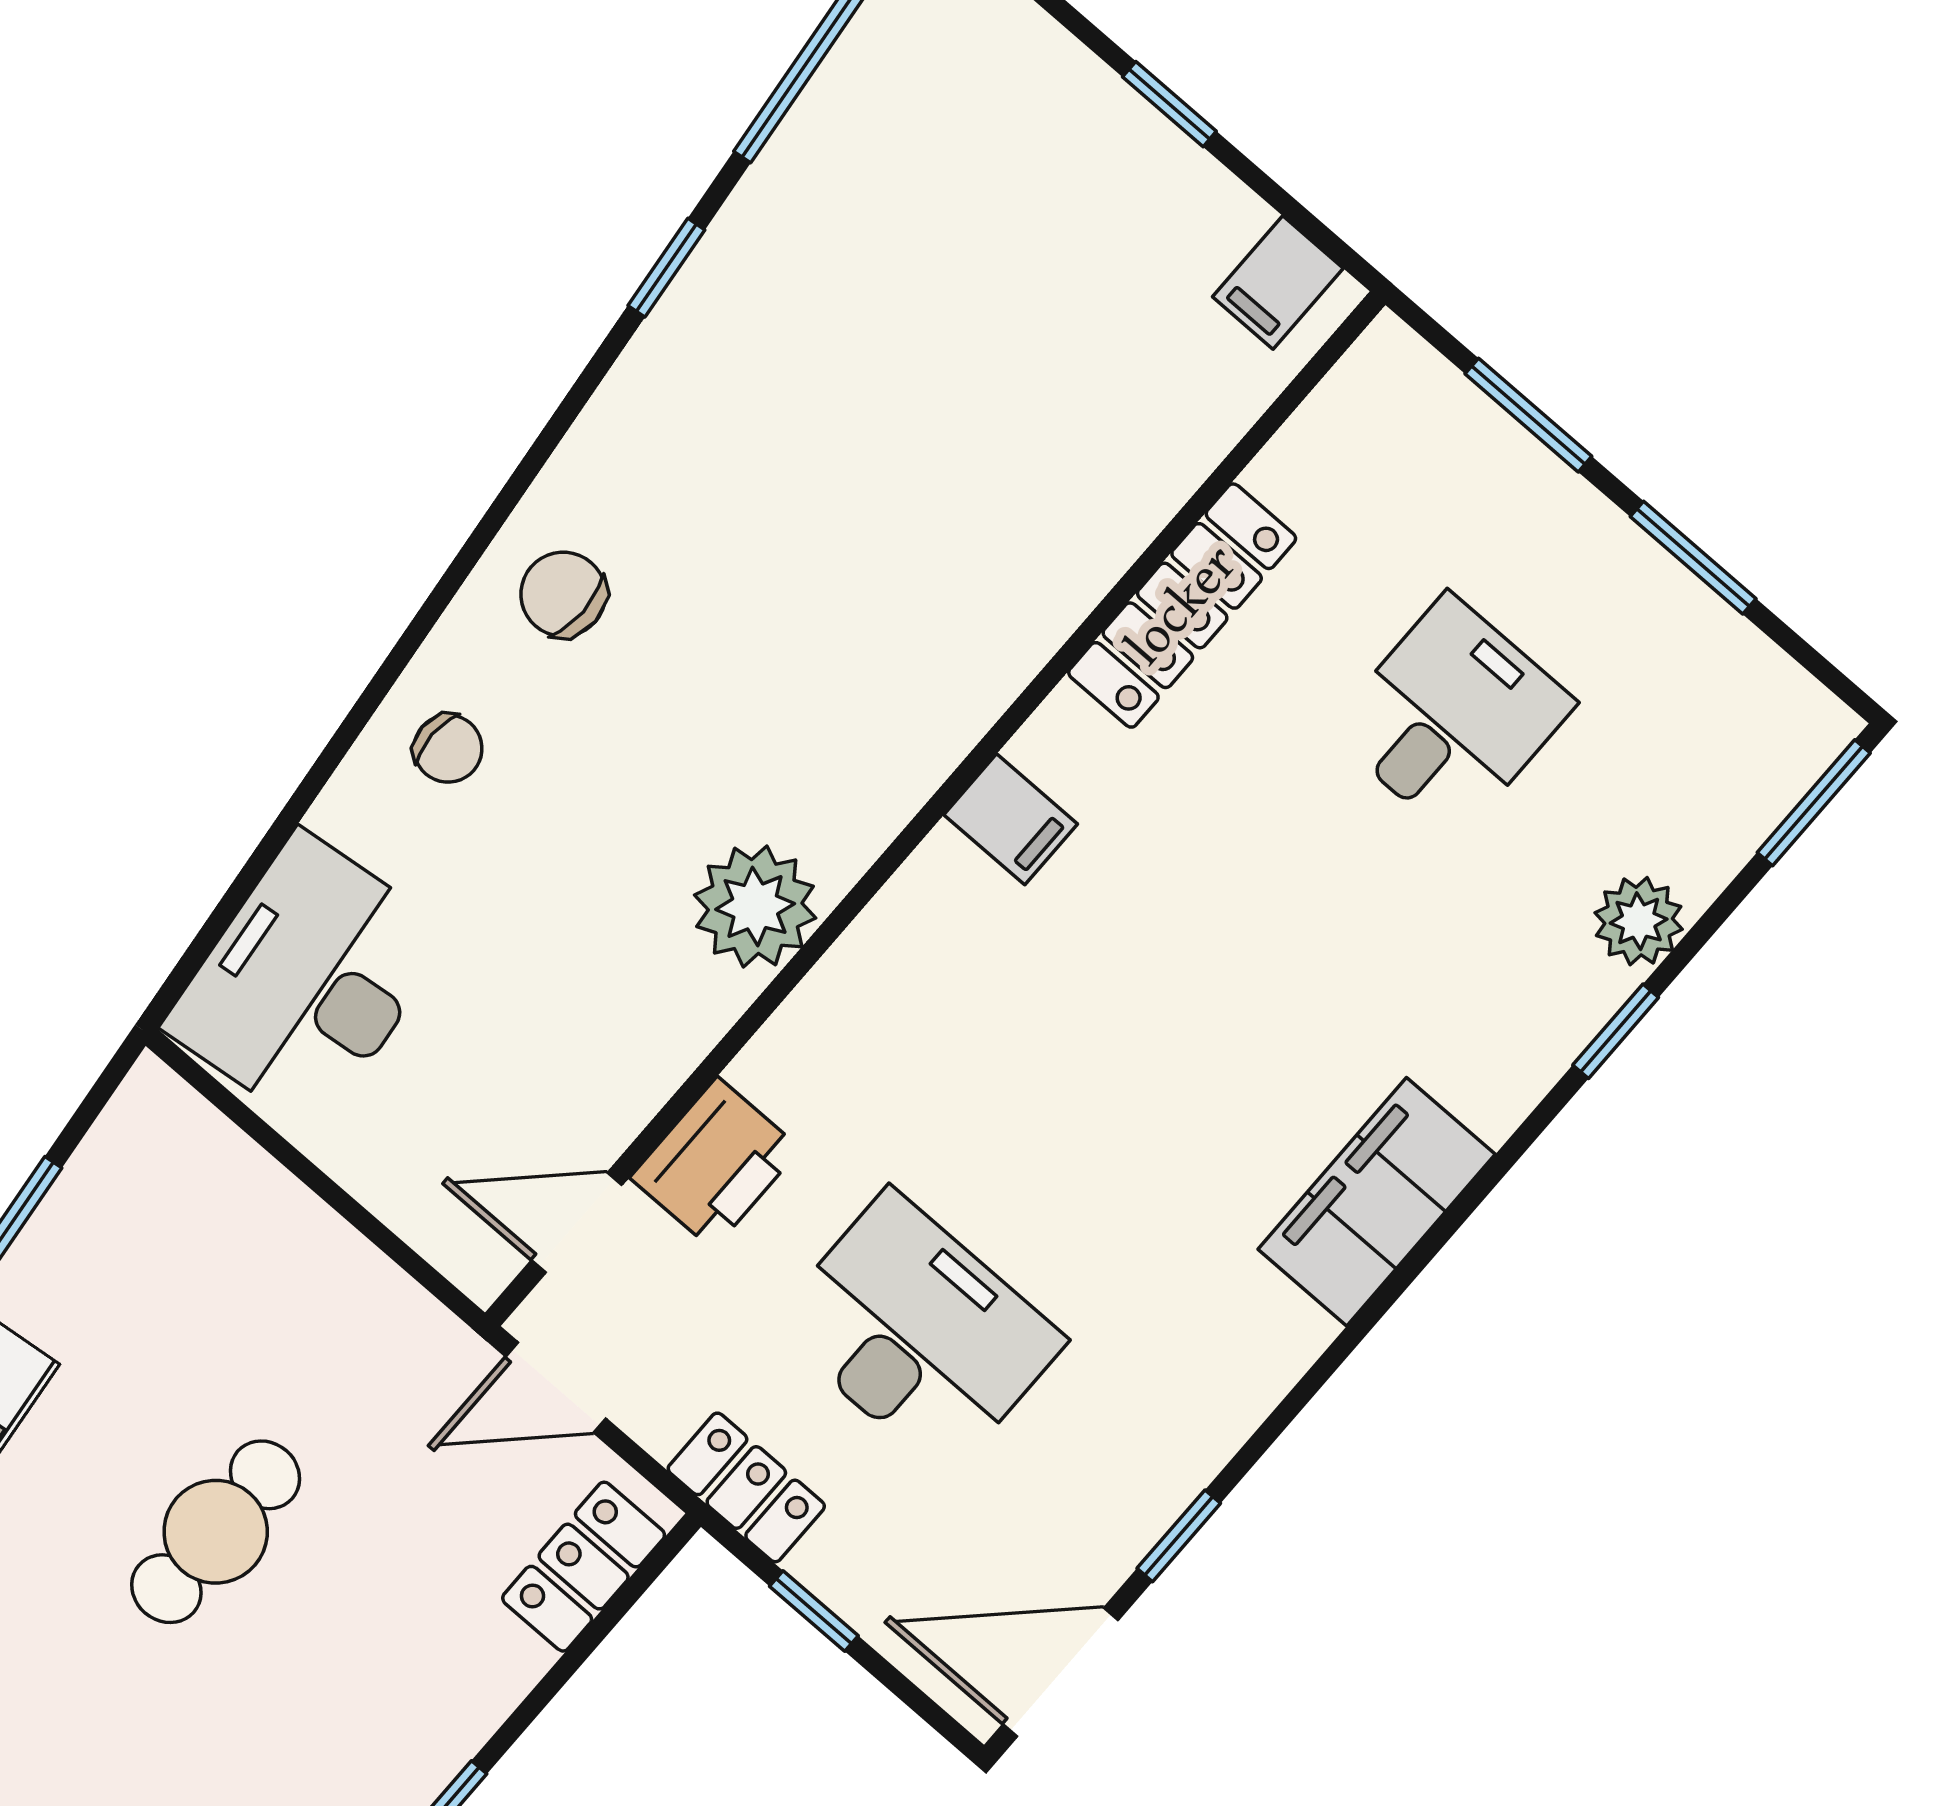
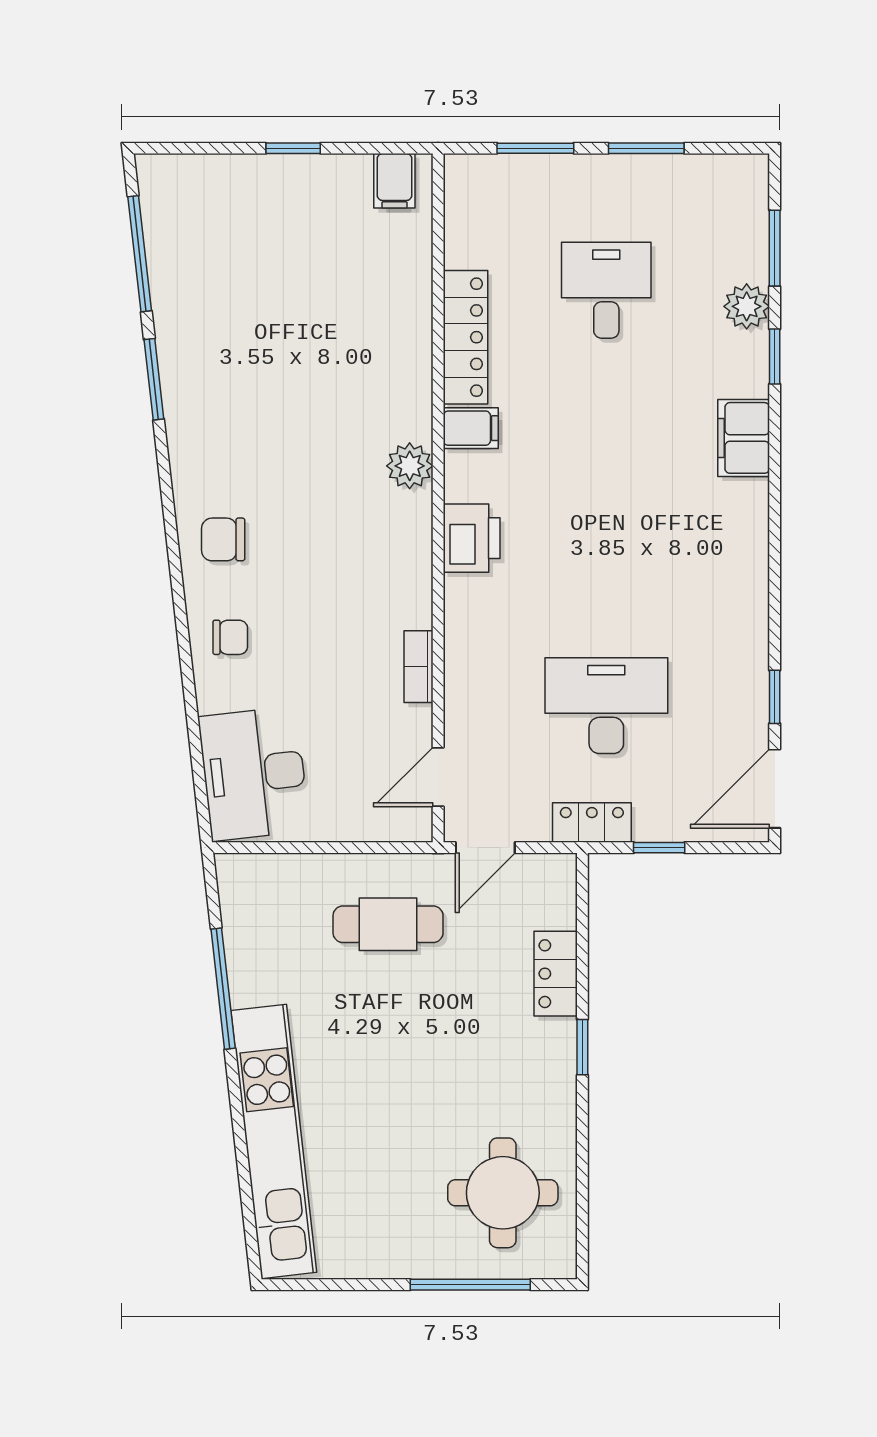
window: (666, 268) -> (154, 379), width x1.50
window: (1814, 803) -> (775, 248), moved
filing cabinet: (1011, 819) -> (471, 428), moved
plant: (755, 906) -> (410, 466), moved, width x0.73, depth x0.73
bookcase: (689, 1034) -> (418, 667), added
printer: (715, 1163) -> (472, 538), moved
filing cabinet: (1377, 1202) -> (744, 438), moved, width x0.67, depth x0.86
cafe table: (216, 1532) -> (388, 924), moved, turned 90
locker: (584, 1567) -> (556, 974), moved

